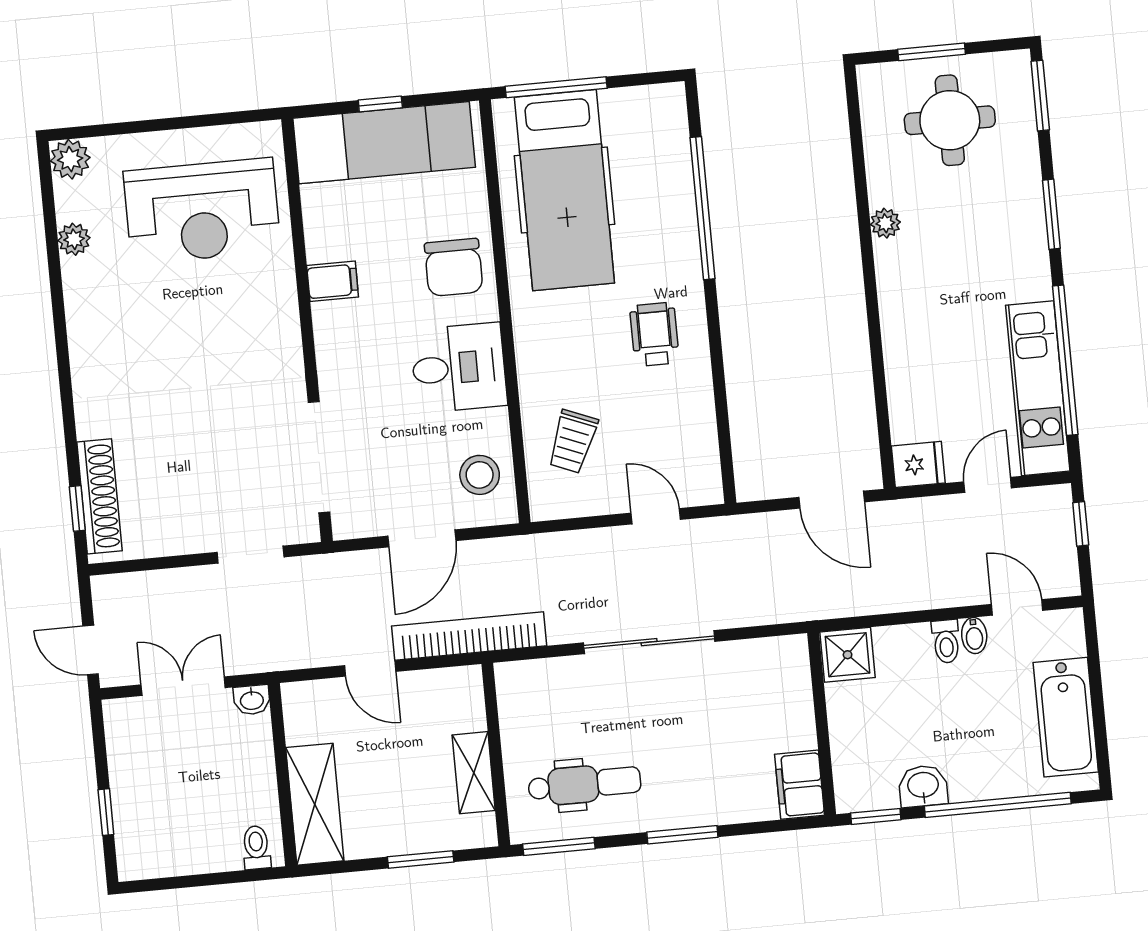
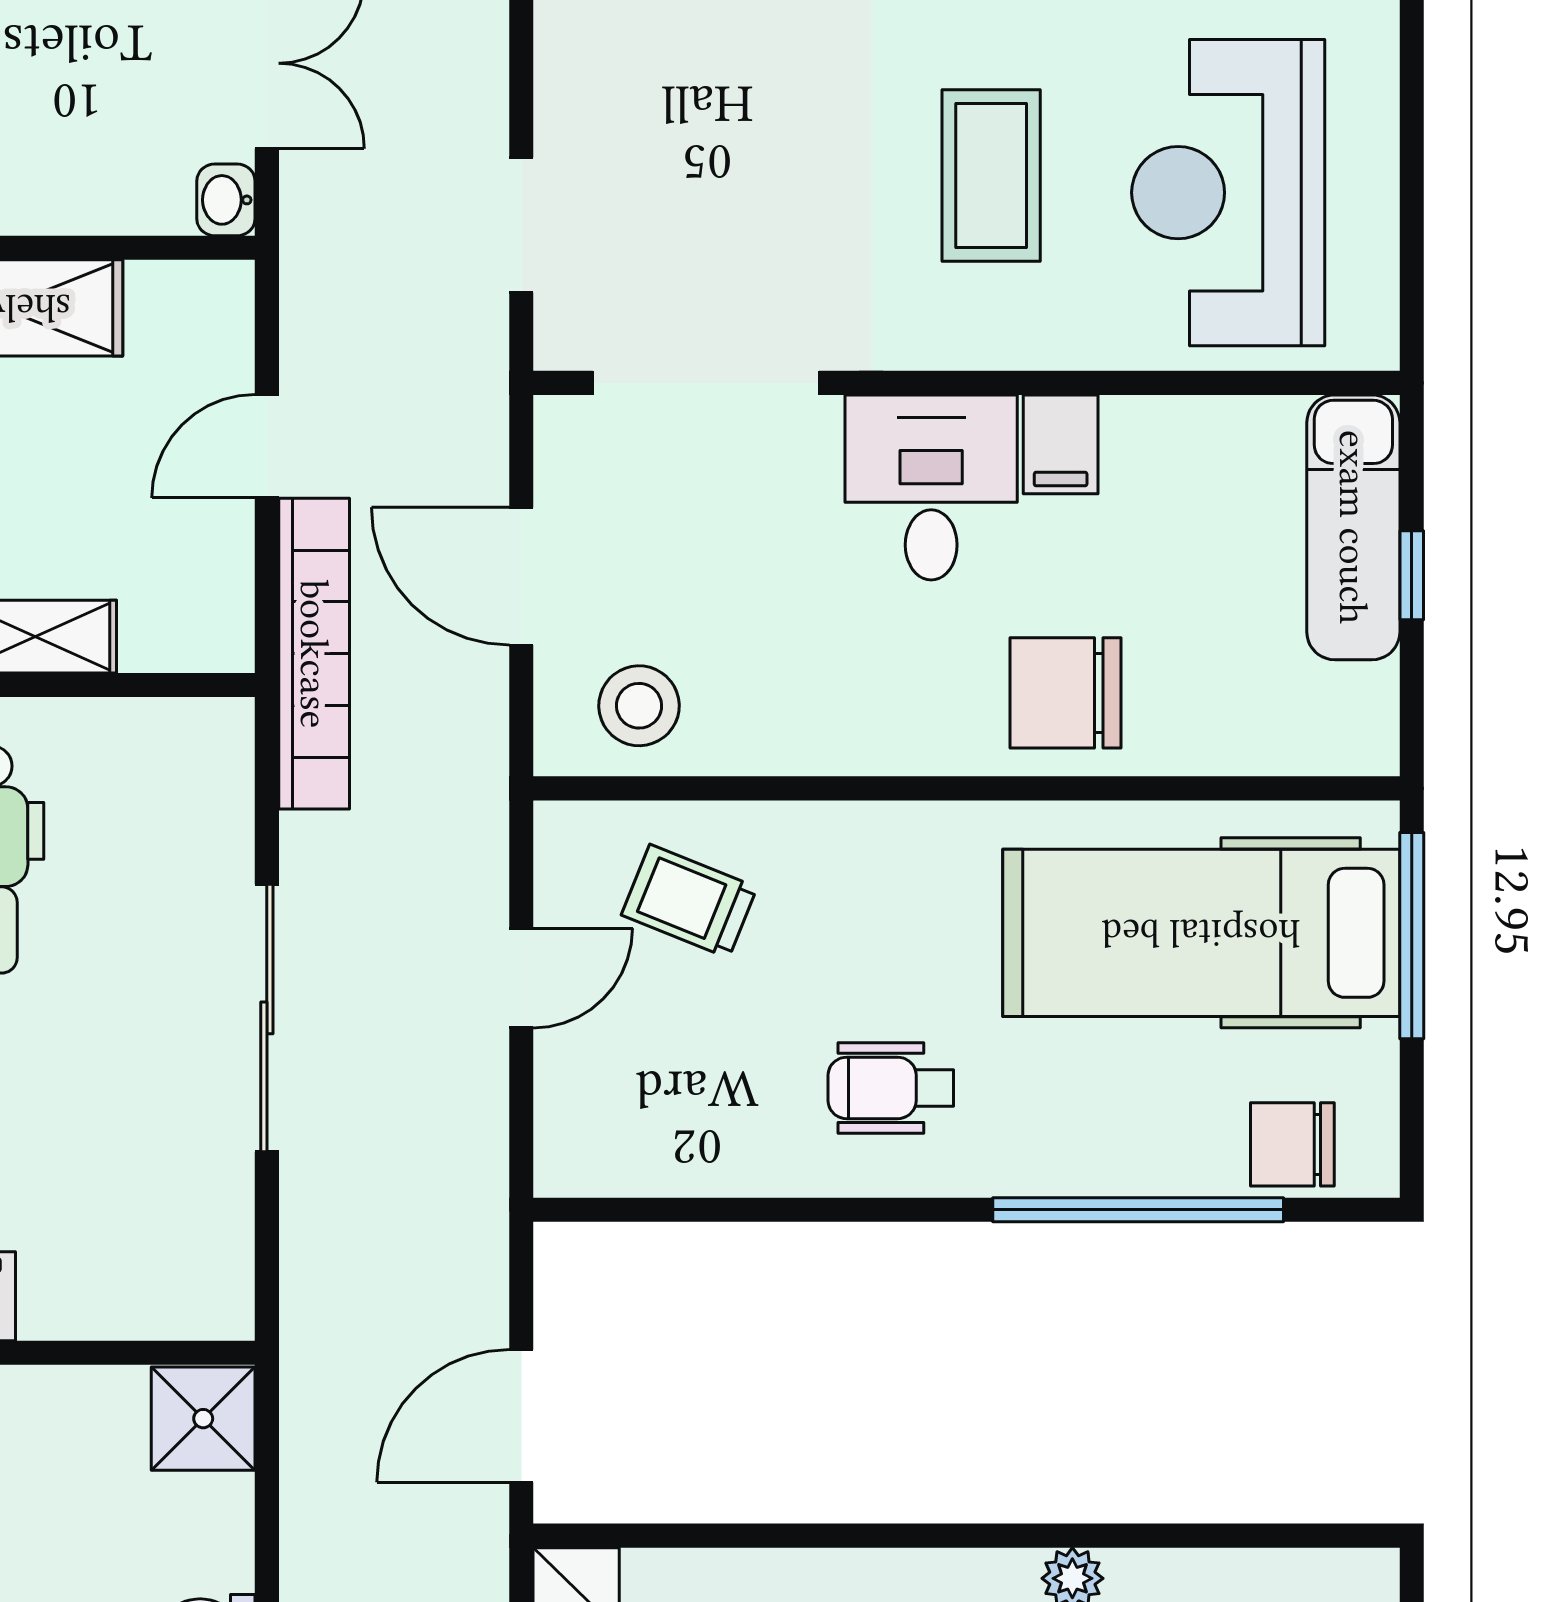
chair: (664, 136) -> (1292, 1144), added
exam couch: (384, 143) -> (1353, 527), width x0.73, depth x0.69
coffee table: (205, 328) -> (991, 175), added
wheelchair: (654, 334) -> (891, 1088), turned 180
desk: (459, 368) -> (931, 487), moved, turned 180
door: (656, 516) -> (521, 978), moved

